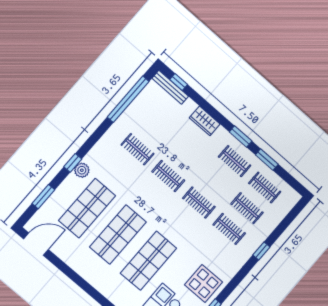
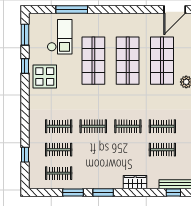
clothes rail: (235, 161) -> (162, 150), moved
window: (261, 251) -> (25, 155), moved

